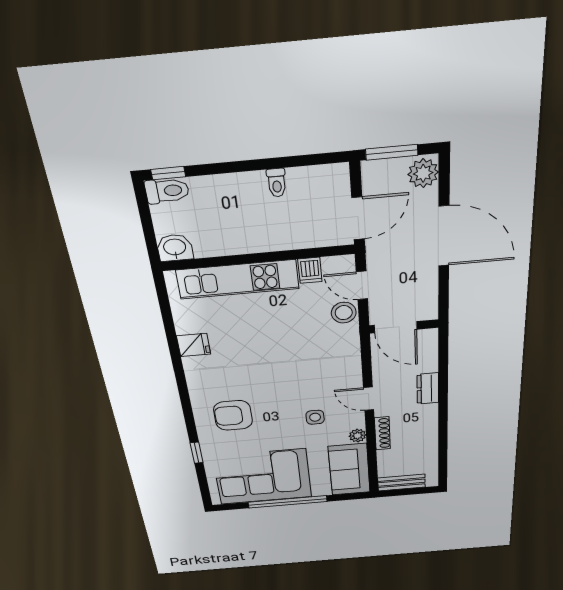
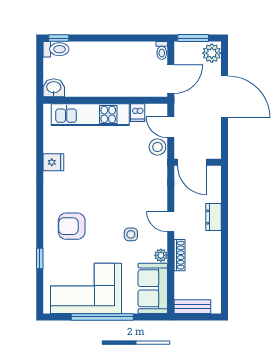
toilet: (277, 183) -> (162, 50), moved

